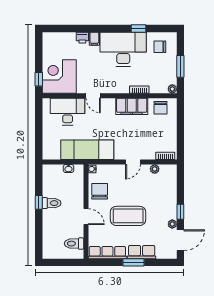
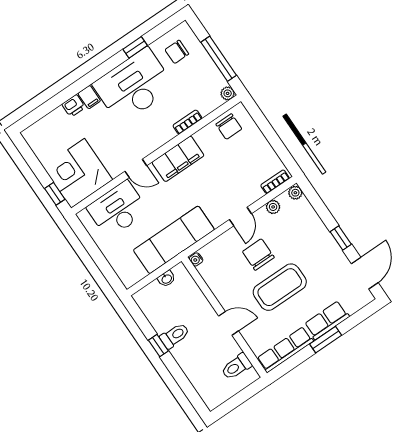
window: (180, 66) -> (219, 59), width x1.44
filing cabinet: (132, 106) -> (178, 159), moved
chair: (100, 191) -> (258, 255), moved
plant: (172, 224) -> (295, 193), moved

